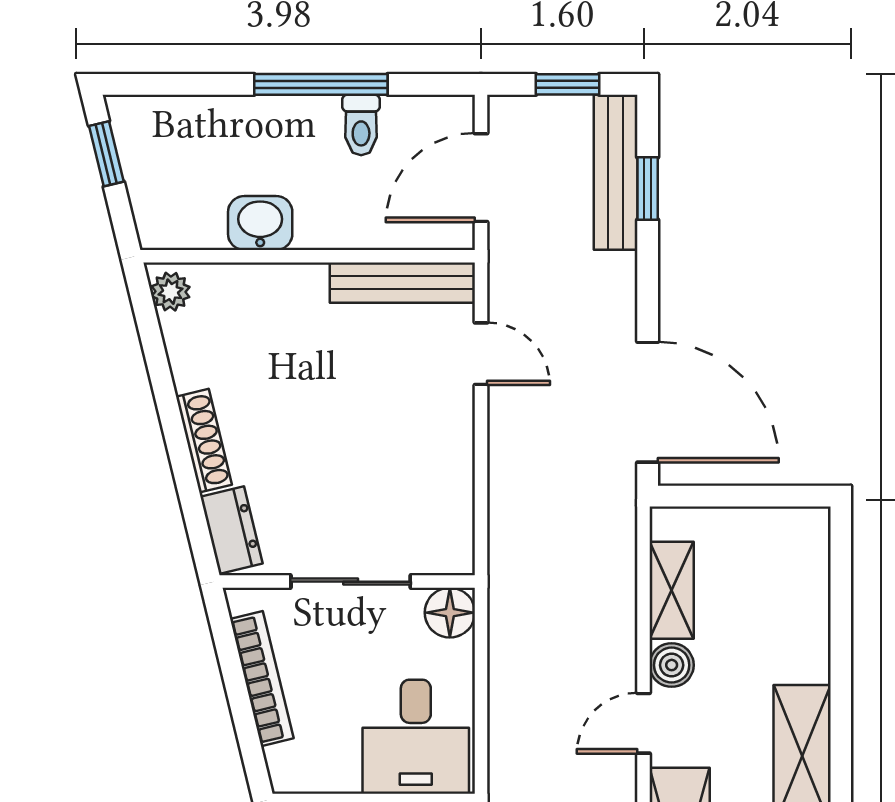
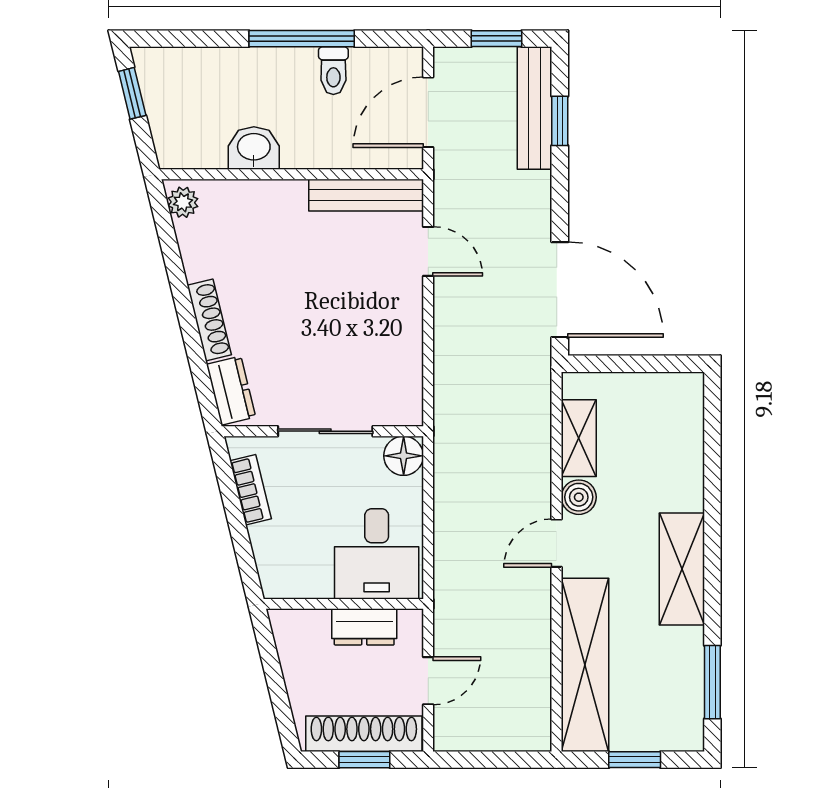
bookcase: (262, 679) -> (251, 490), width x0.64

